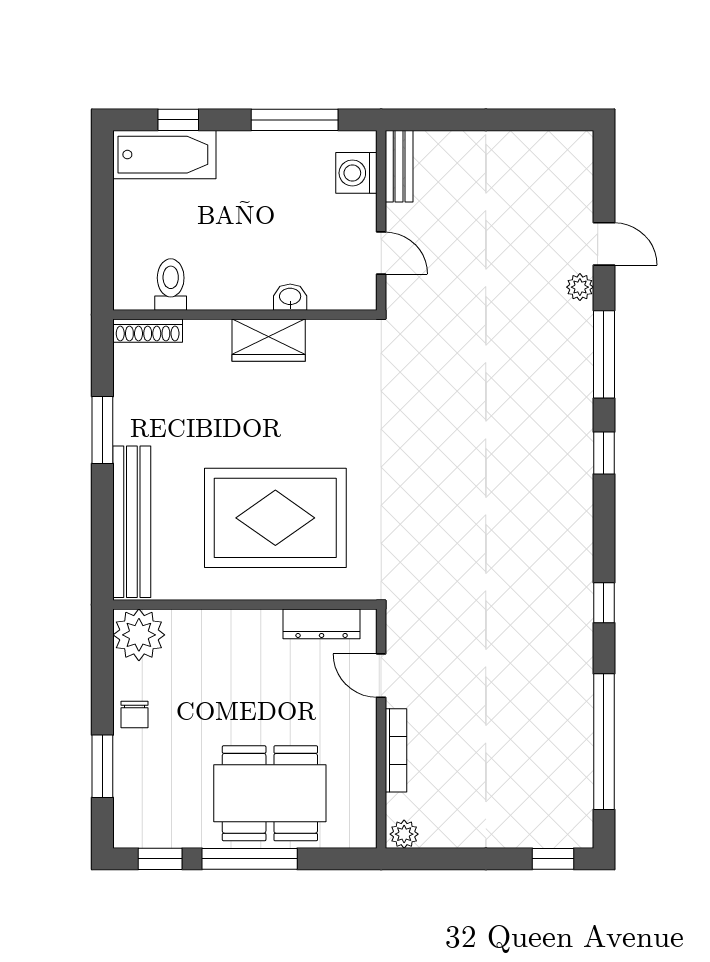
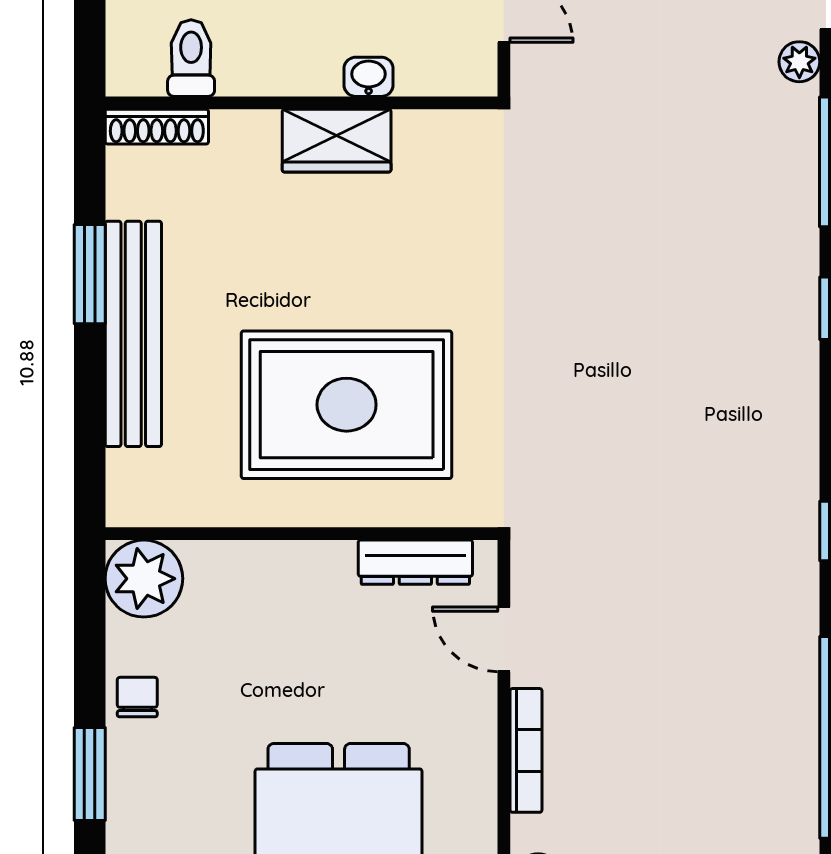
bench: (132, 522) -> (133, 334), moved
chair: (134, 714) -> (137, 697), turned 180

